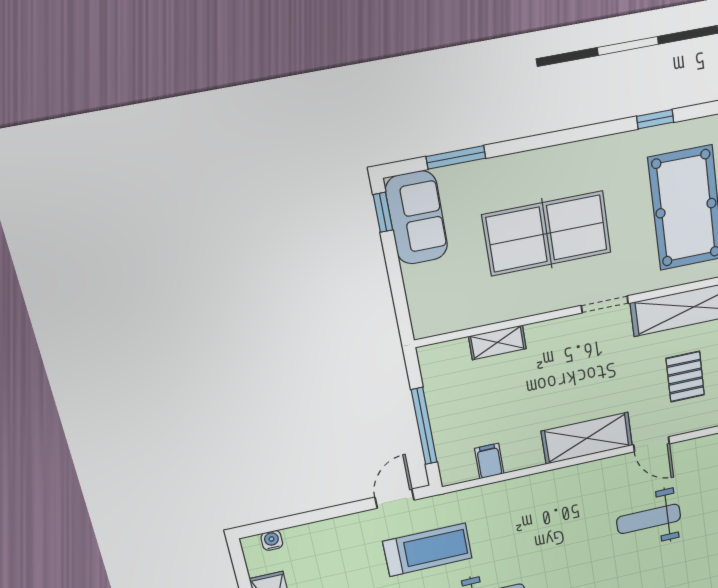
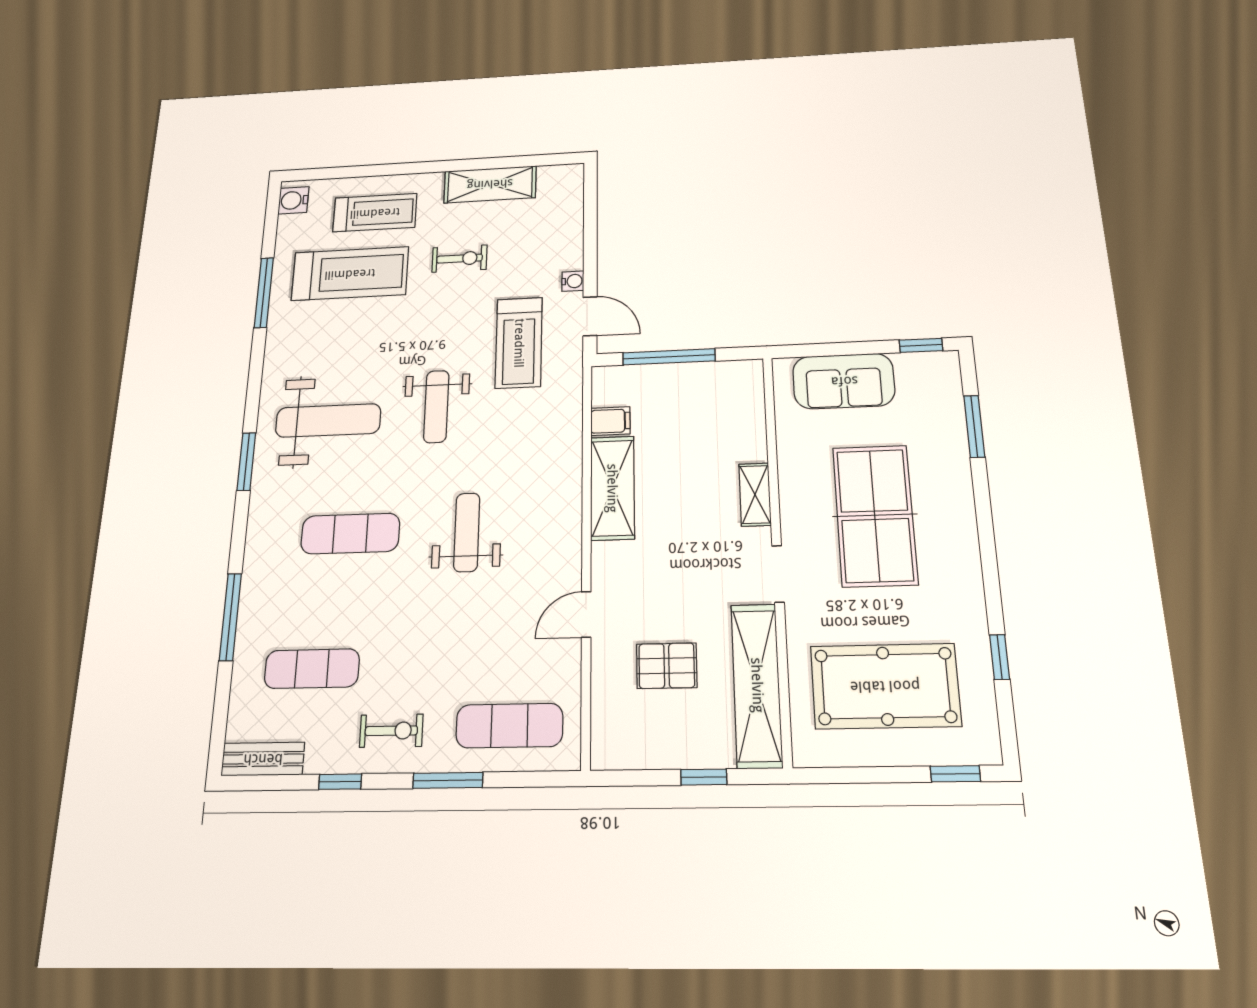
sofa: (417, 218) -> (844, 381), moved
shelving: (497, 342) -> (755, 494), moved
shelving: (587, 438) -> (612, 488), moved
weight bench: (649, 519) -> (467, 532), moved
water cooler: (272, 540) -> (573, 281), moved

